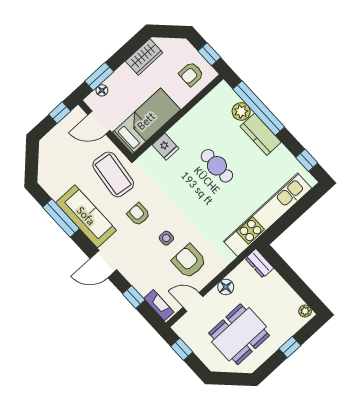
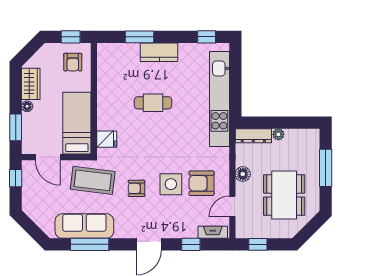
floor lamp: (102, 90) -> (27, 106), moved
window: (259, 108) -> (140, 37), width x0.47
plant: (241, 111) -> (131, 51), removed
door: (99, 123) -> (48, 157), hinge flipped
fridge: (165, 147) -> (107, 139), moved
sofa: (86, 216) -> (84, 226), moved
side table: (166, 238) -> (171, 184), width x1.87, depth x1.87
dresser: (259, 263) -> (253, 136), width x1.44
plant: (305, 311) -> (278, 134), moved
window: (290, 347) -> (326, 168), width x2.17

